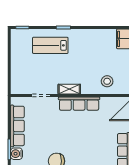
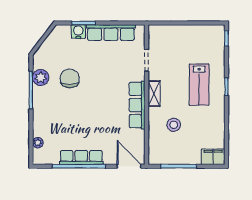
lab bench: (50, 45) -> (199, 85), moved, turned 180
stool: (107, 81) -> (174, 125), moved

